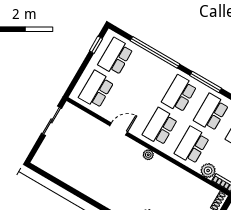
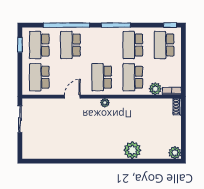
school desk: (179, 94) -> (70, 45), moved

